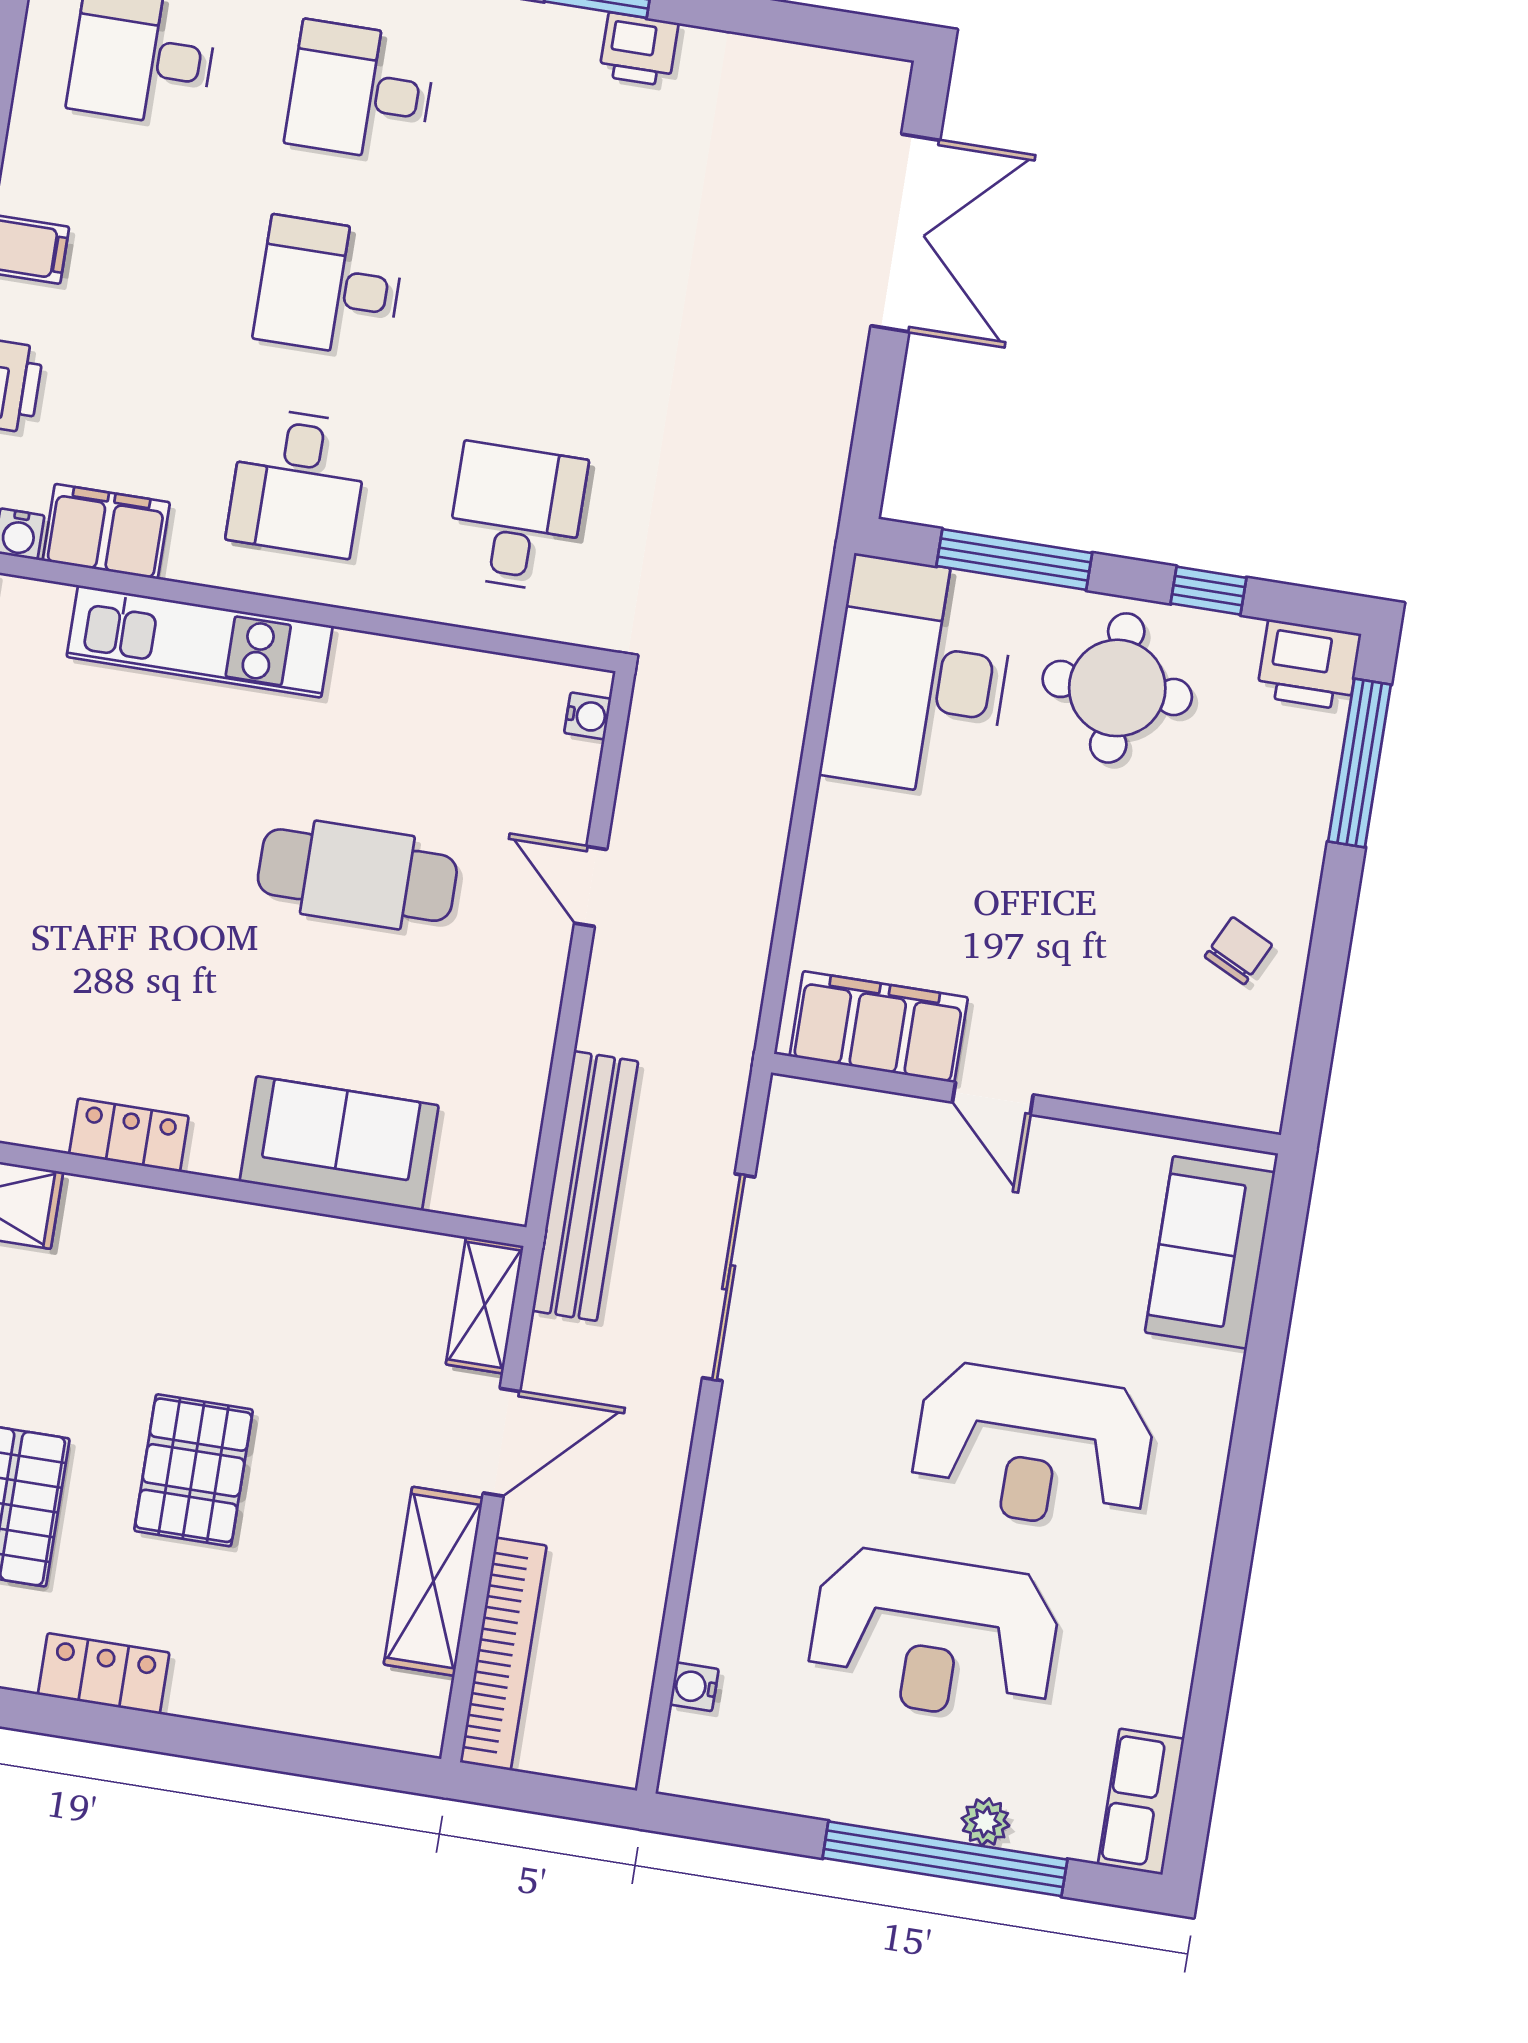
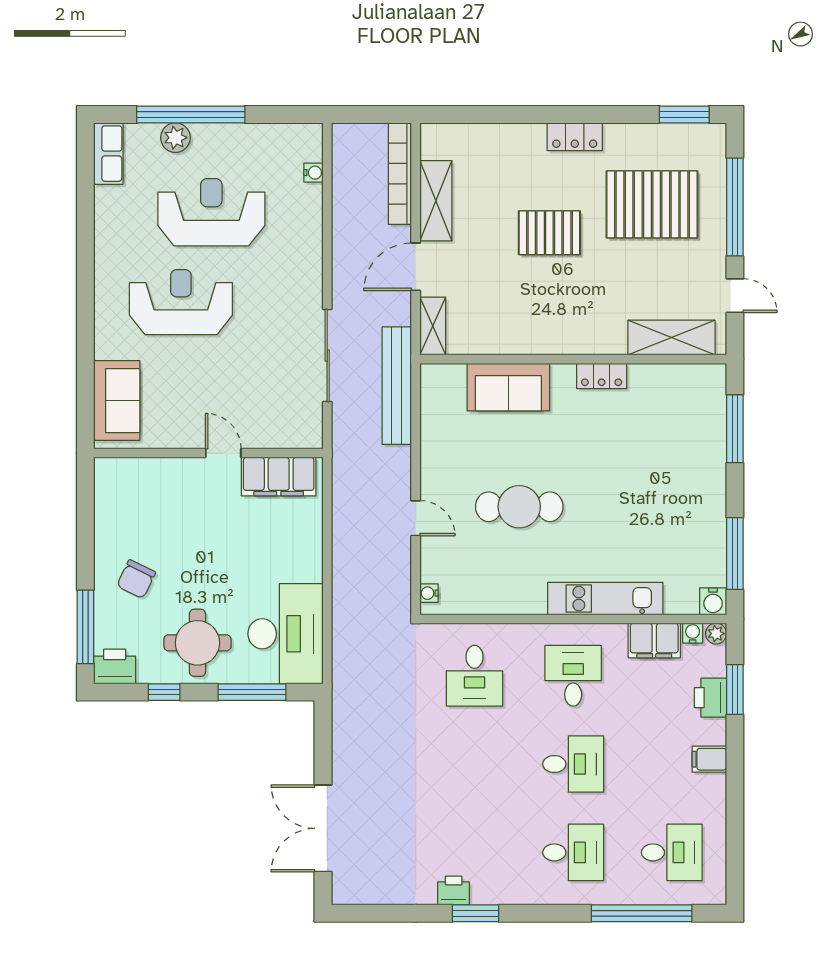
chair: (1238, 951) -> (136, 579), moved, width x1.37, depth x1.37
pallet: (194, 1470) -> (549, 233), turned 90
plant: (985, 1822) -> (175, 138), width x1.38, depth x1.38

